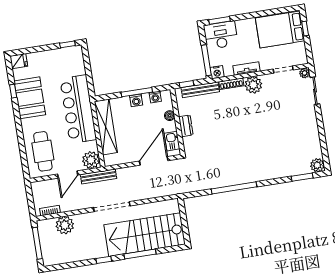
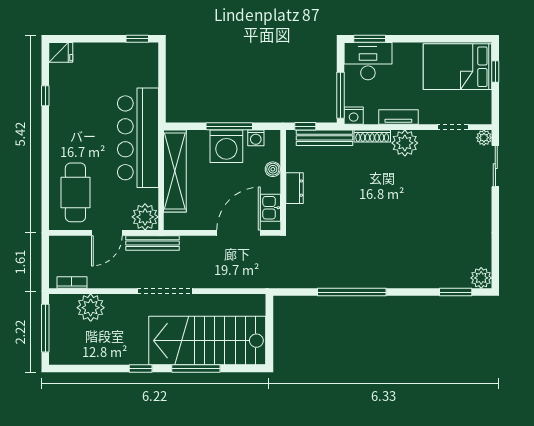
booth: (30, 98) -> (68, 110), removed
washing machine: (136, 100) -> (226, 146), width x1.89, depth x1.89

